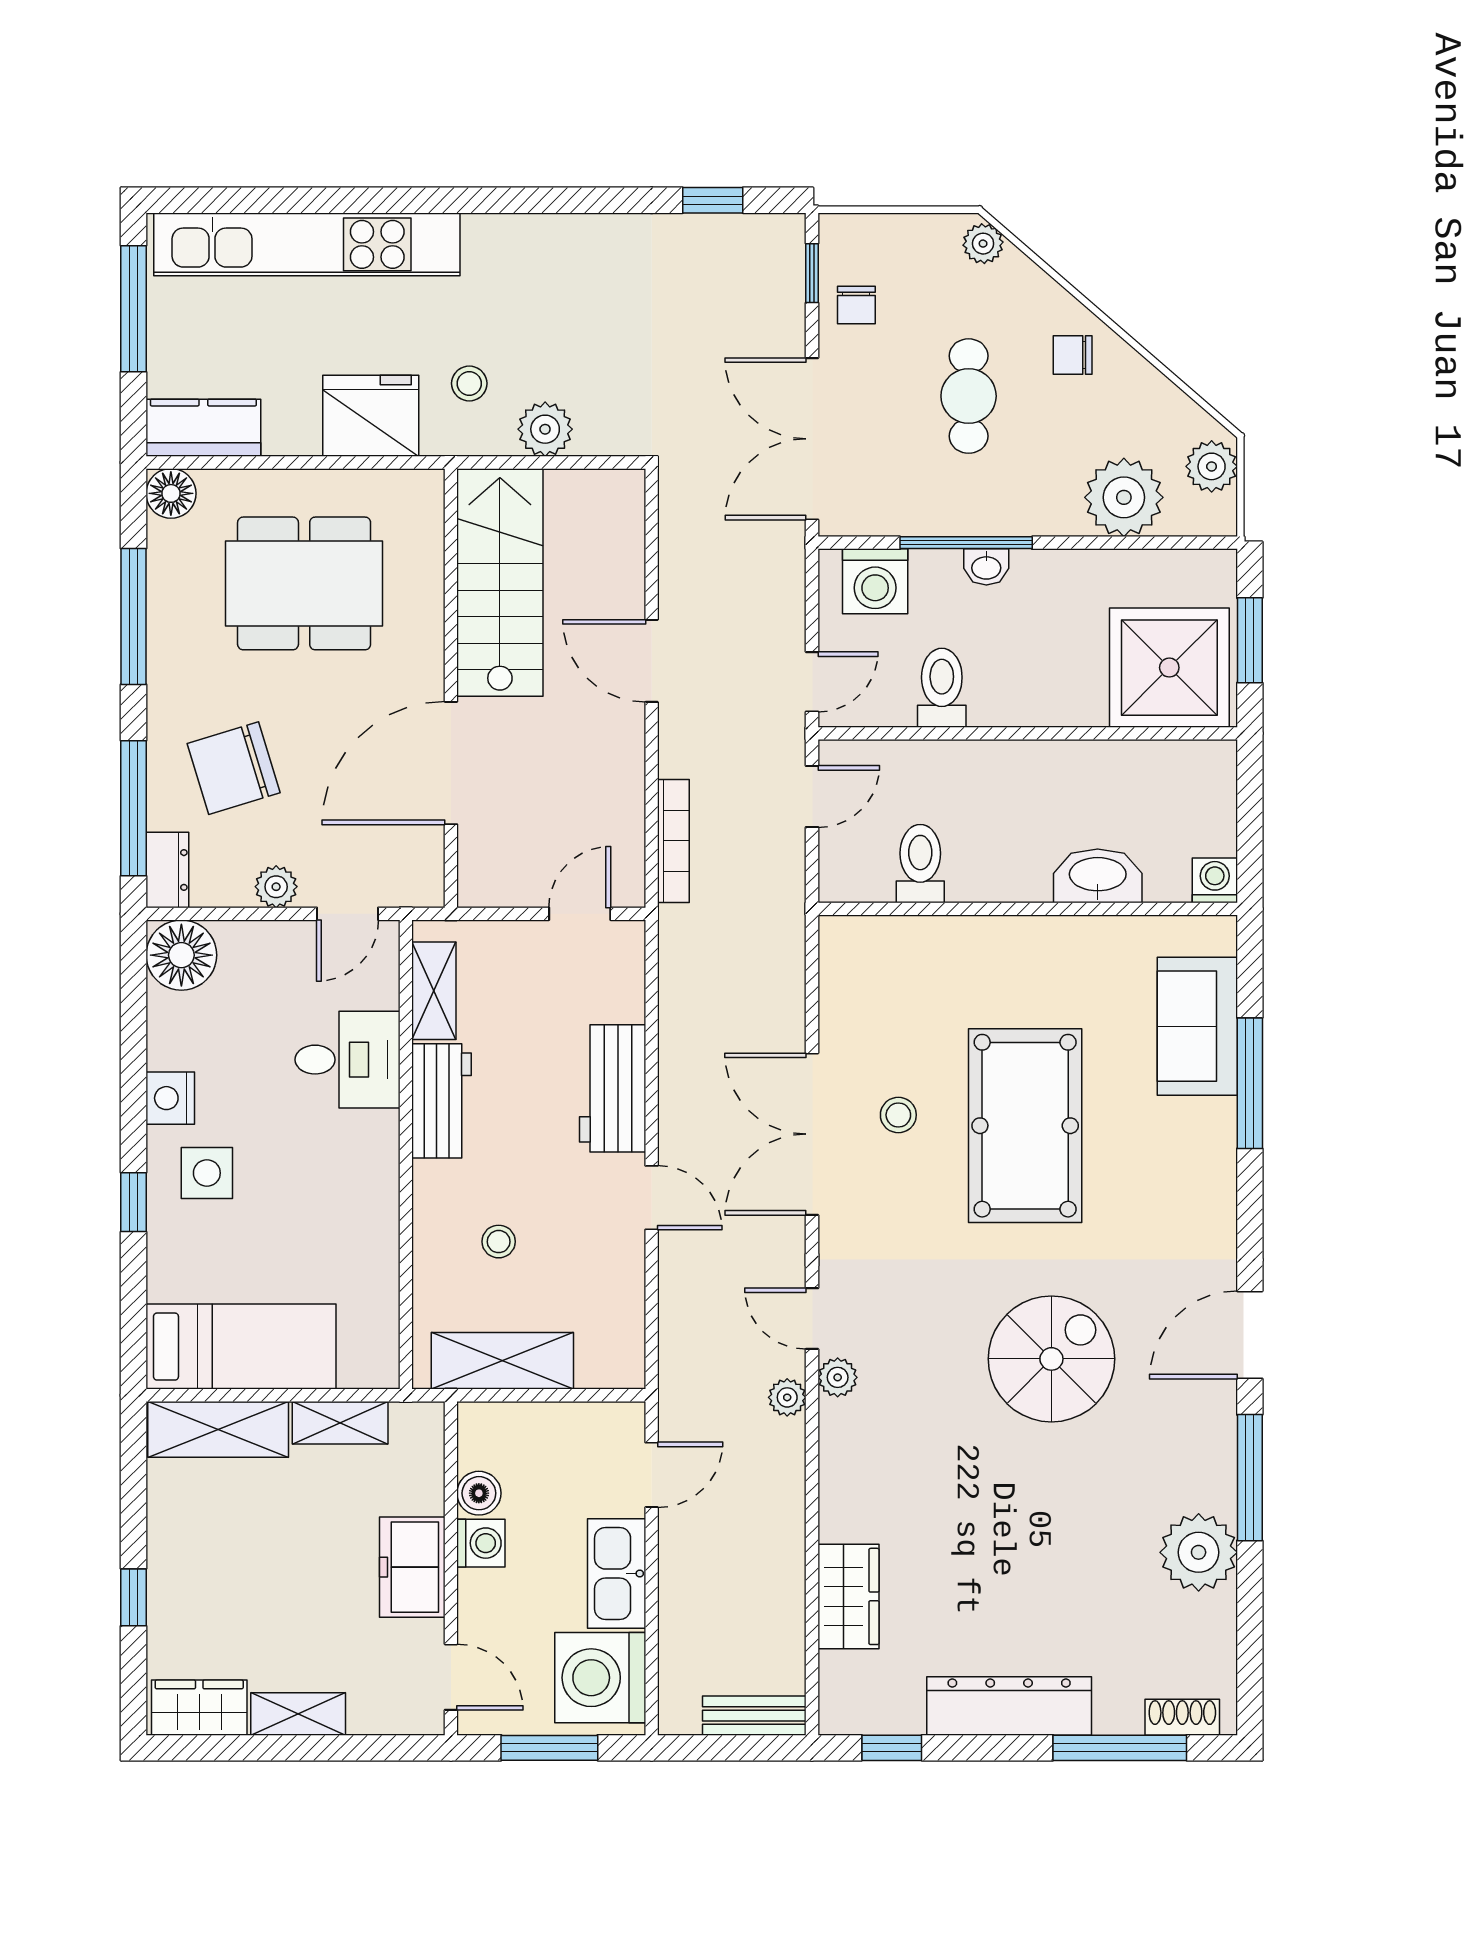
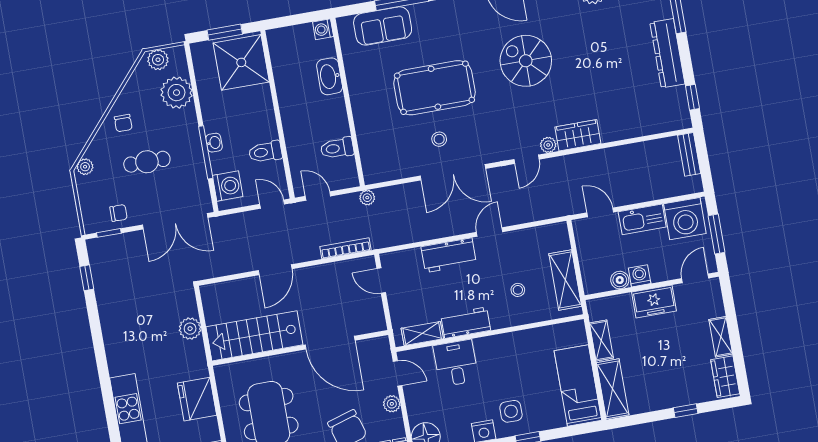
stool: (469, 383) -> (177, 362), removed
plant: (787, 1397) -> (367, 198), moved
wardrobe: (848, 1596) -> (578, 135), moved

